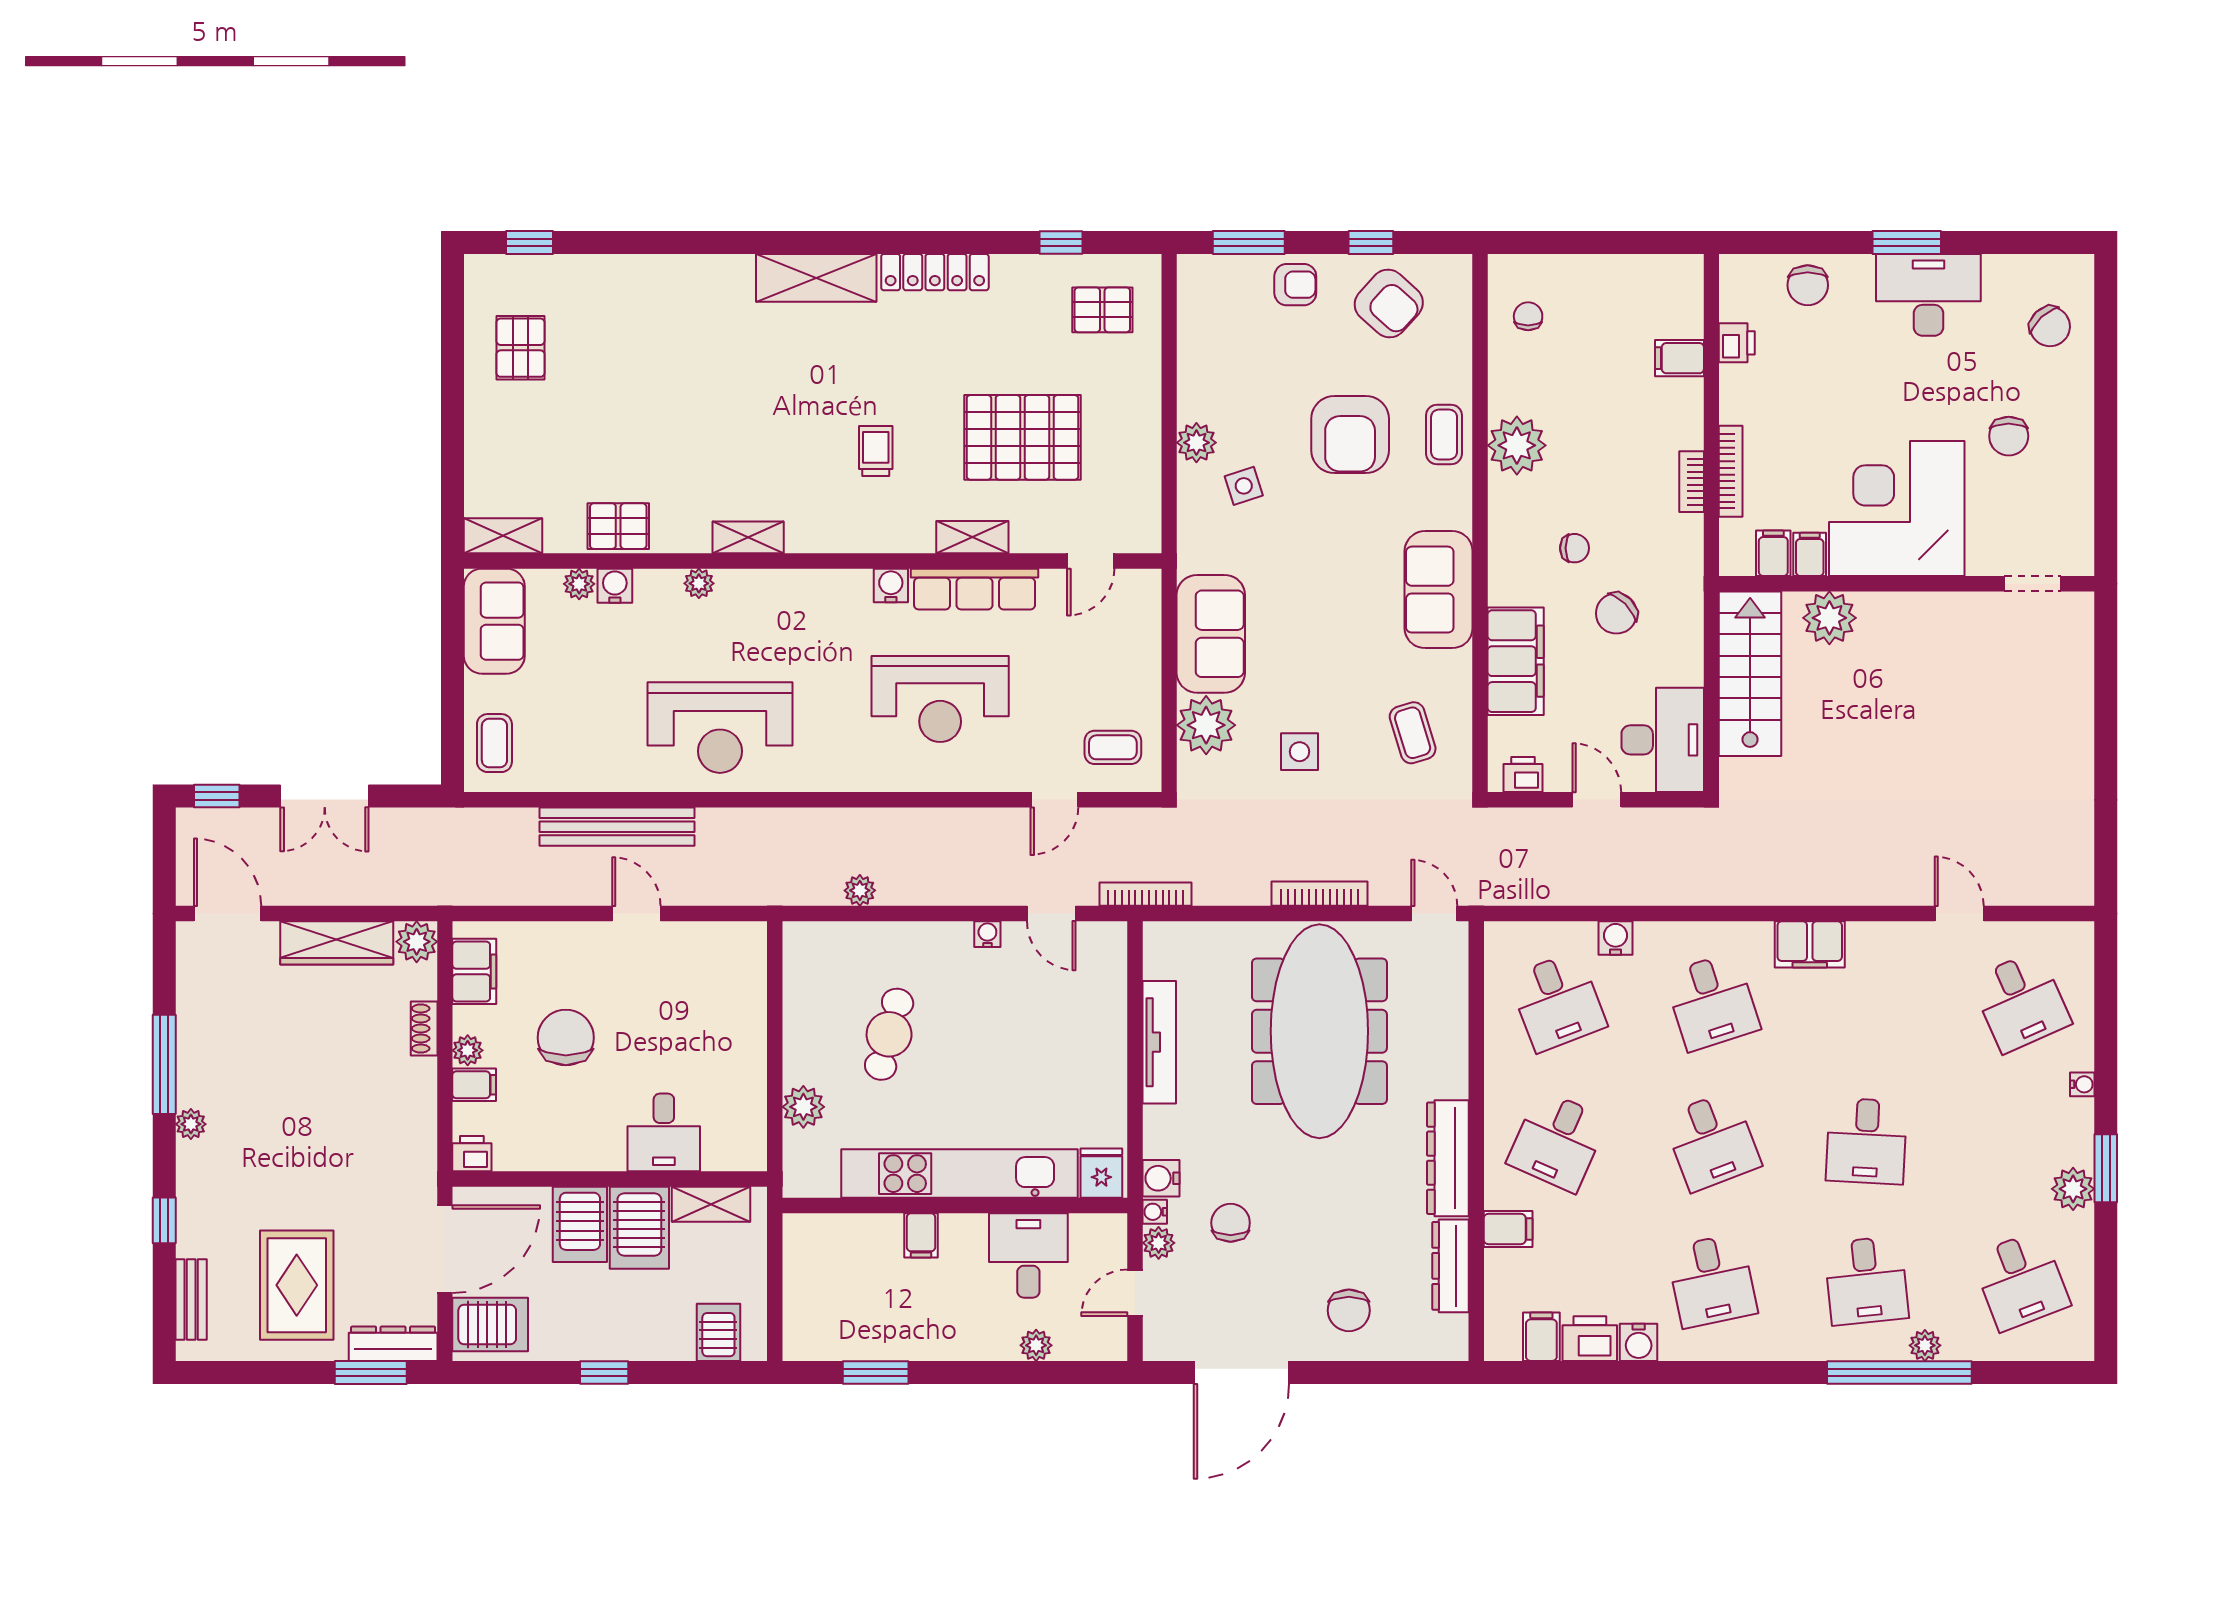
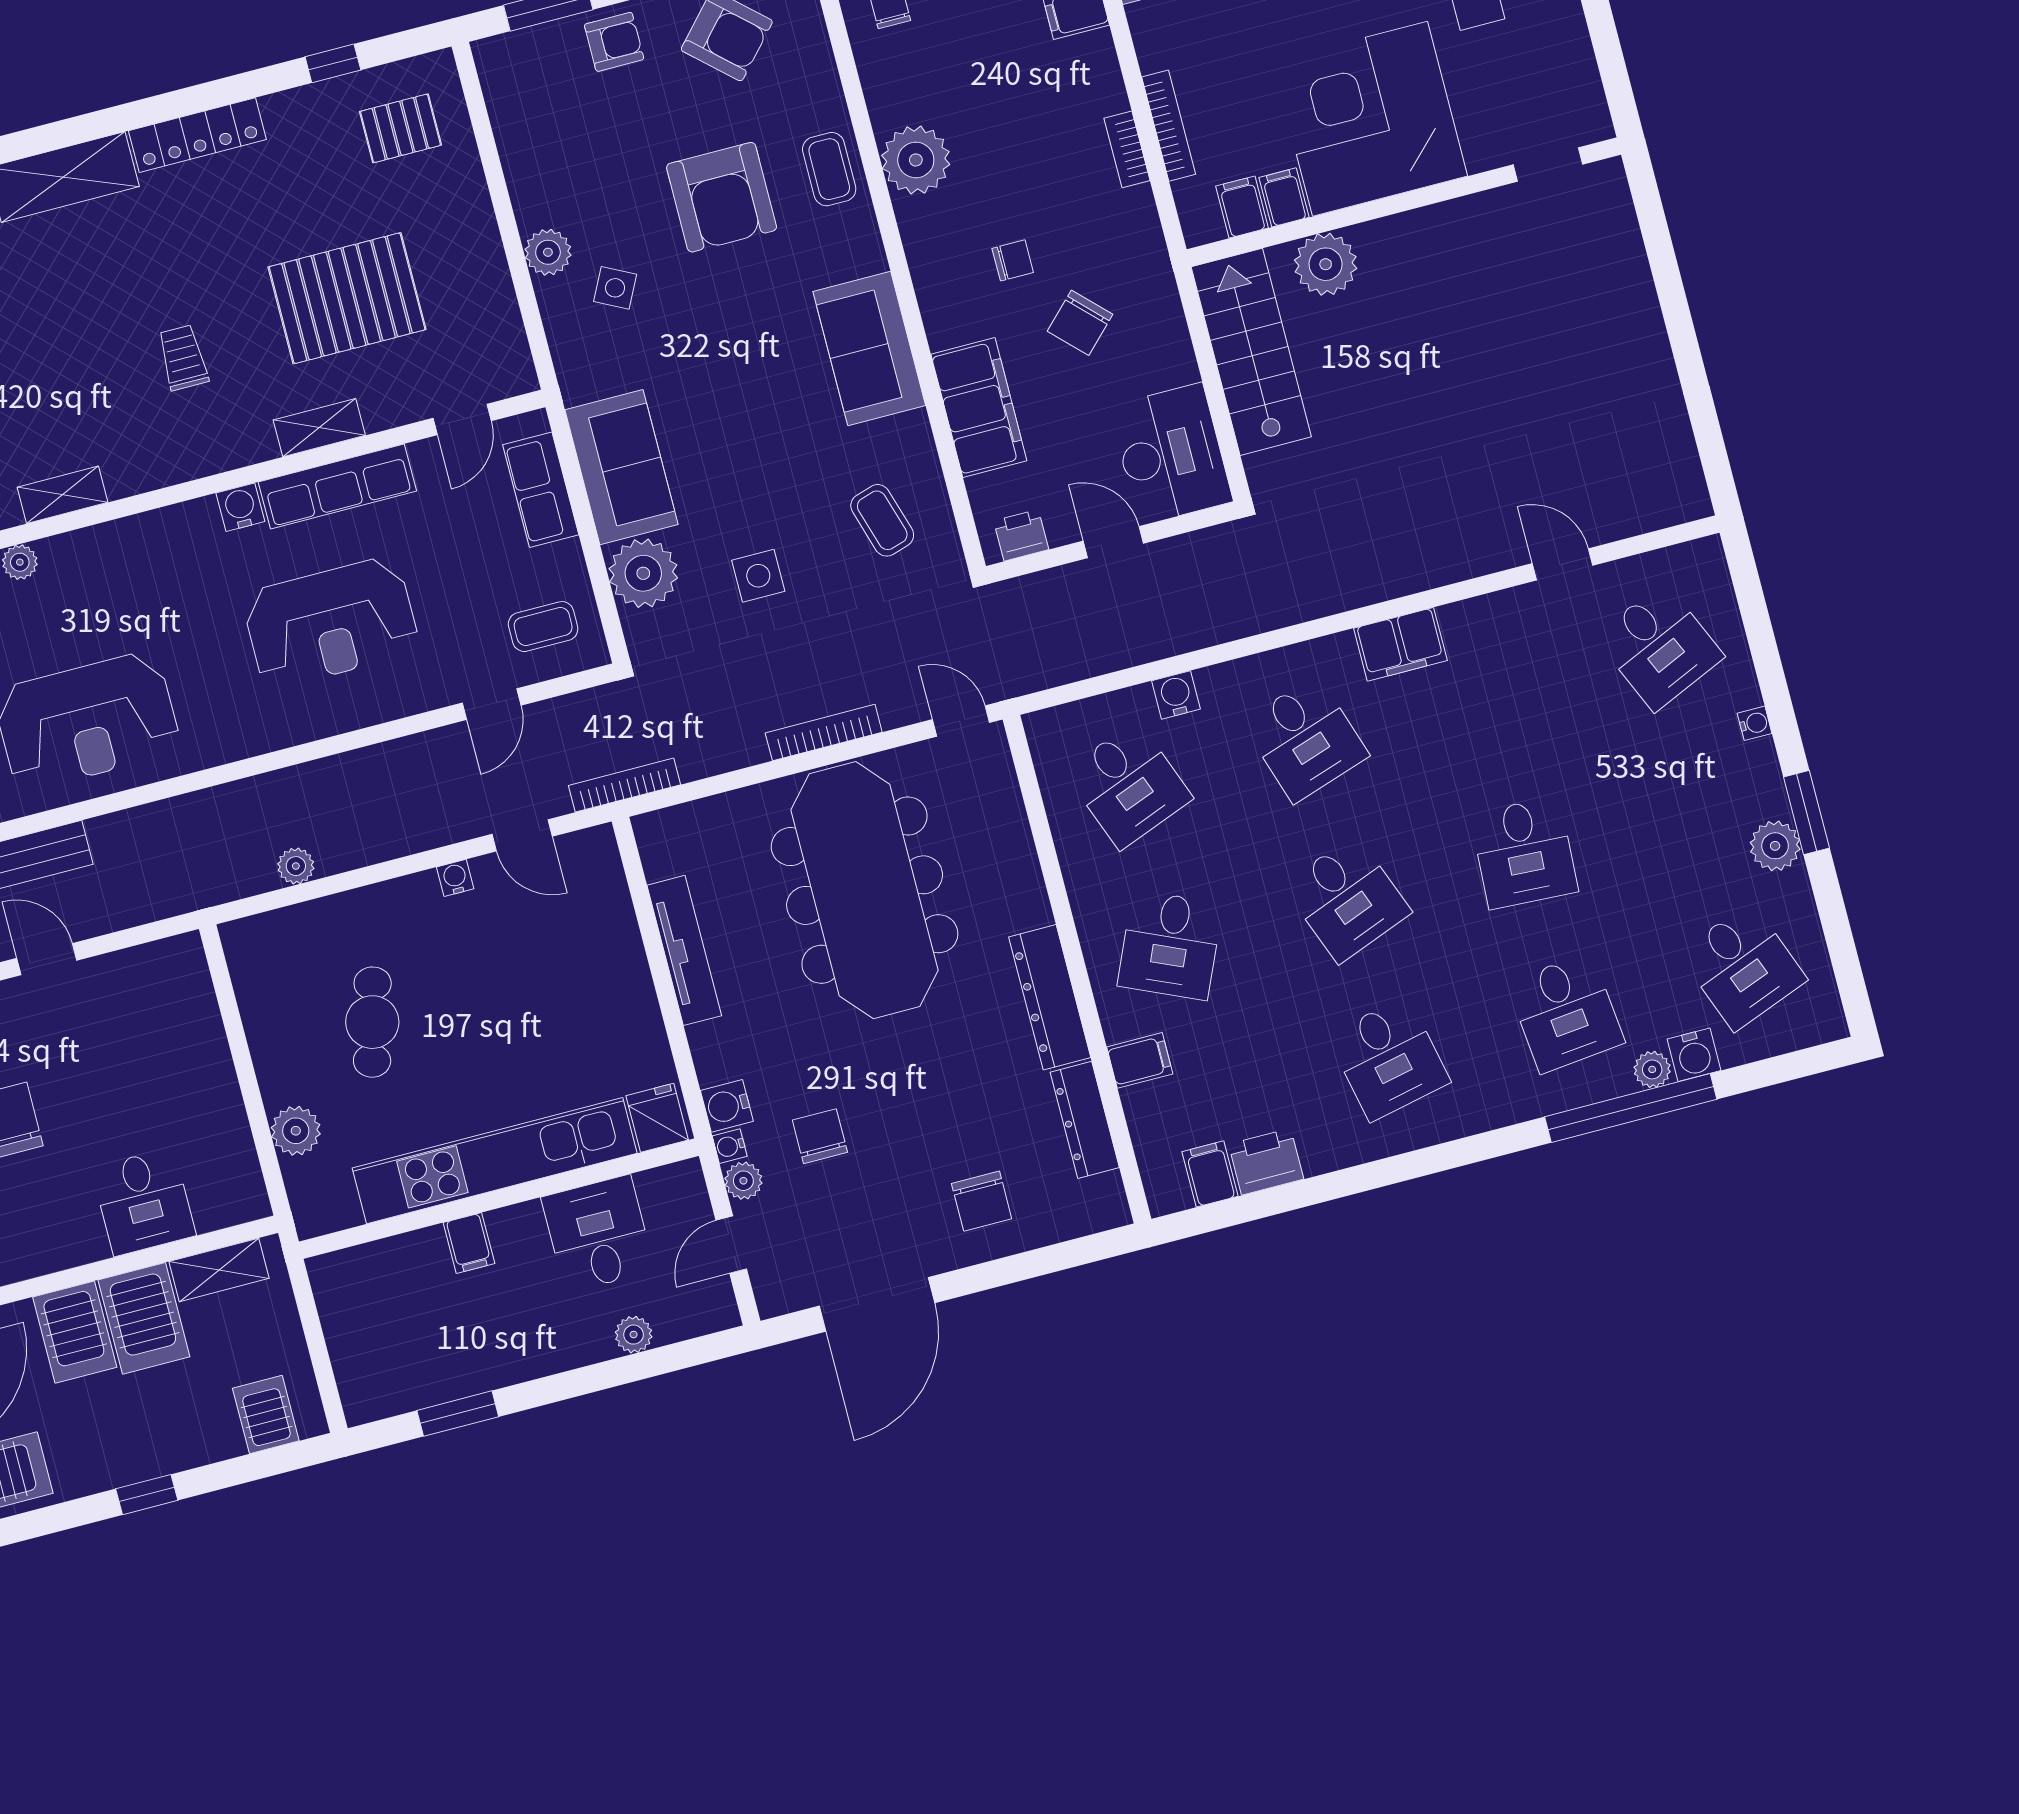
side table: (1244, 486) -> (615, 288), turned 45
row of seats: (1140, 635) -> (541, 490), added
water cooler: (1639, 1342) -> (1694, 1055), moved

